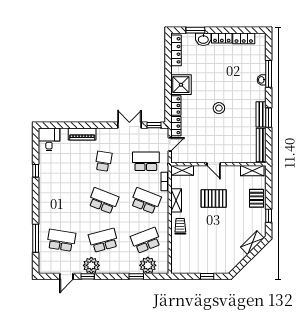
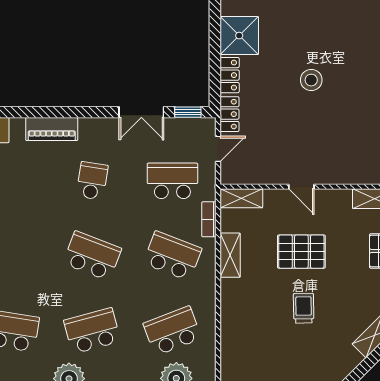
double door: (129, 125) -> (141, 112), swing flipped
trolley: (180, 226) -> (304, 308), moved

